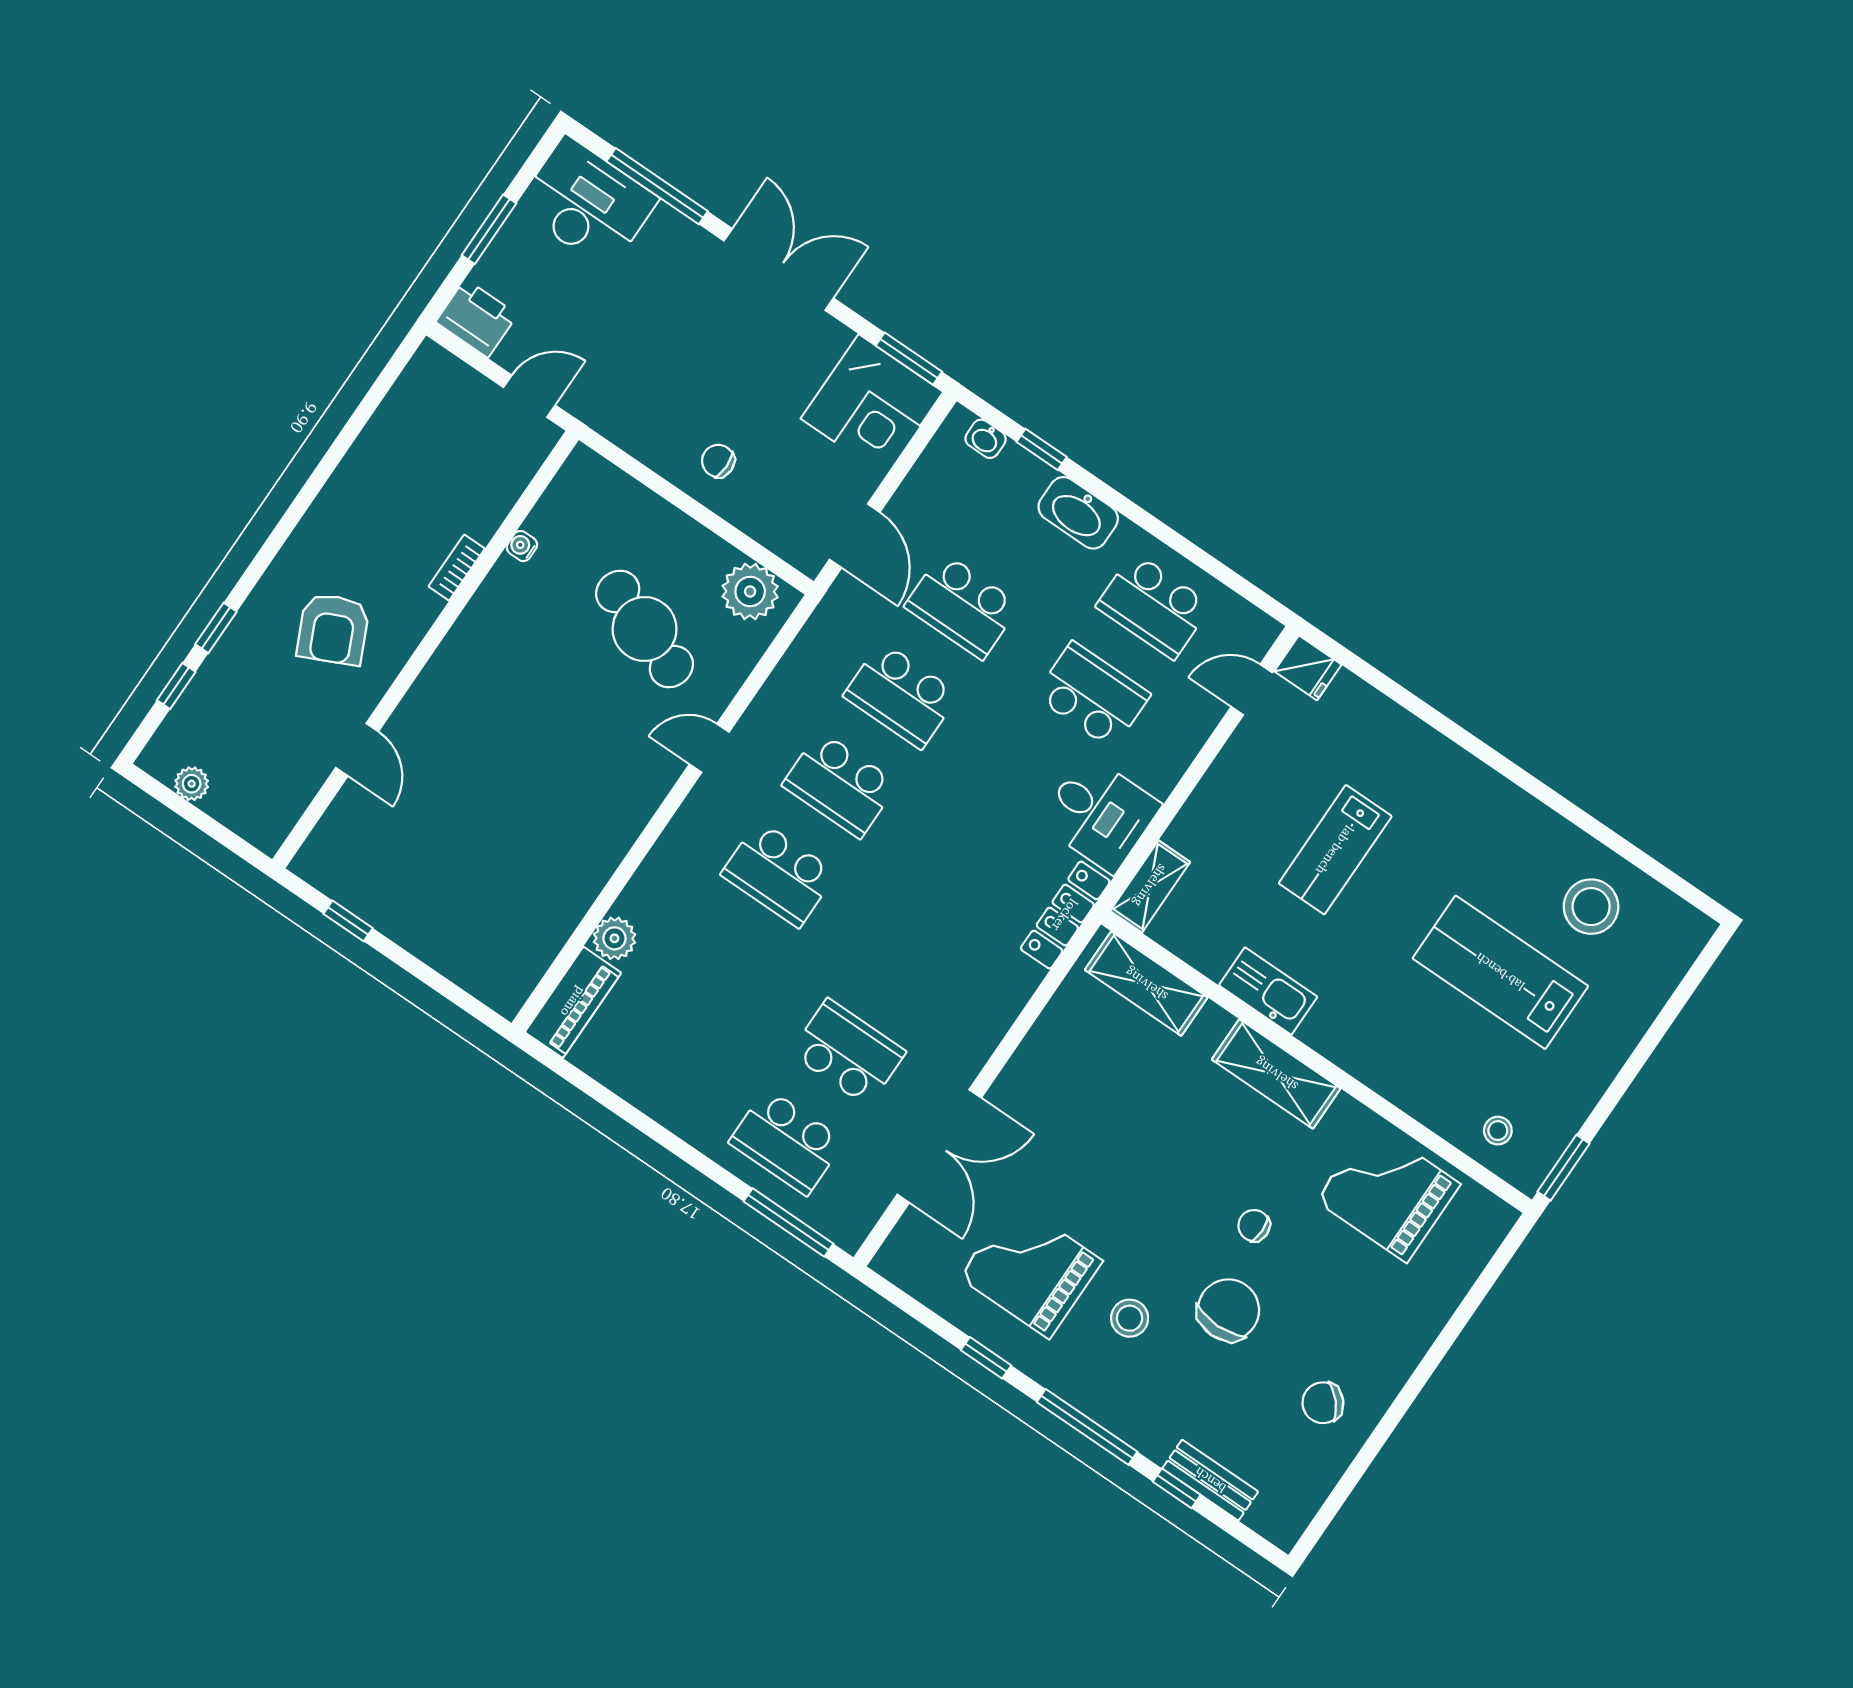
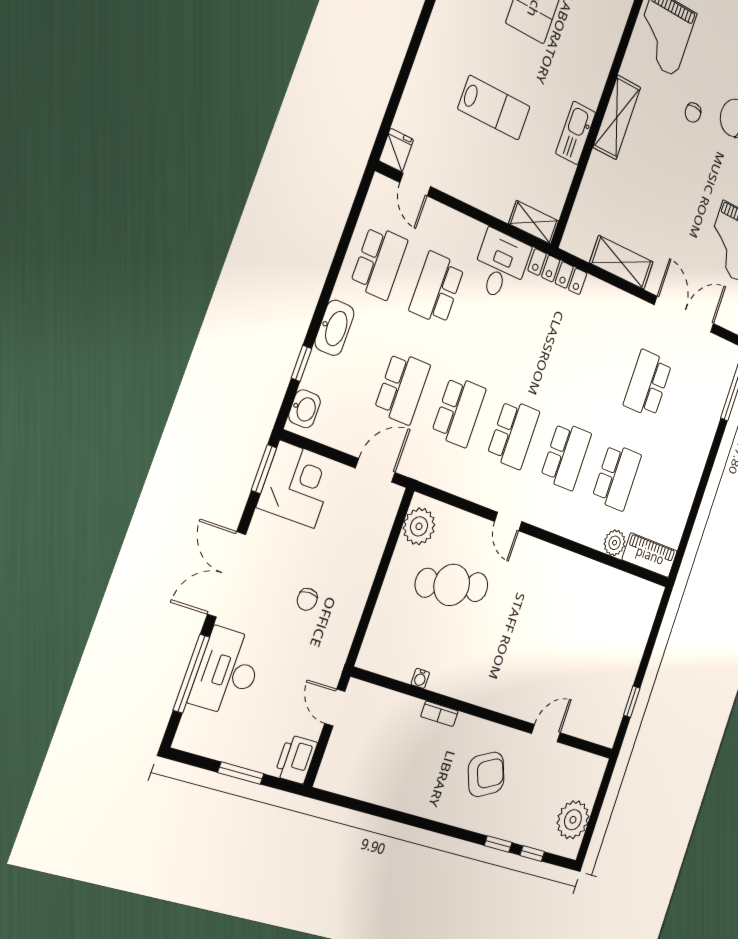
desk: (587, 203) -> (227, 672), moved
washbasin: (986, 439) -> (304, 409), width x1.38, depth x1.45
chair: (718, 461) -> (307, 599), moved
cafe table: (645, 629) -> (452, 585), turned 58
plant: (192, 784) -> (573, 820), width x1.87, depth x1.87
shelving: (1146, 984) -> (621, 262), moved, turned 90
school desk: (787, 1142) -> (617, 477), moved

